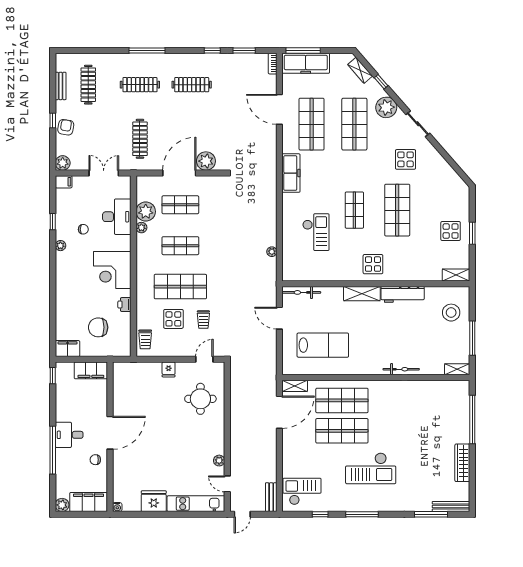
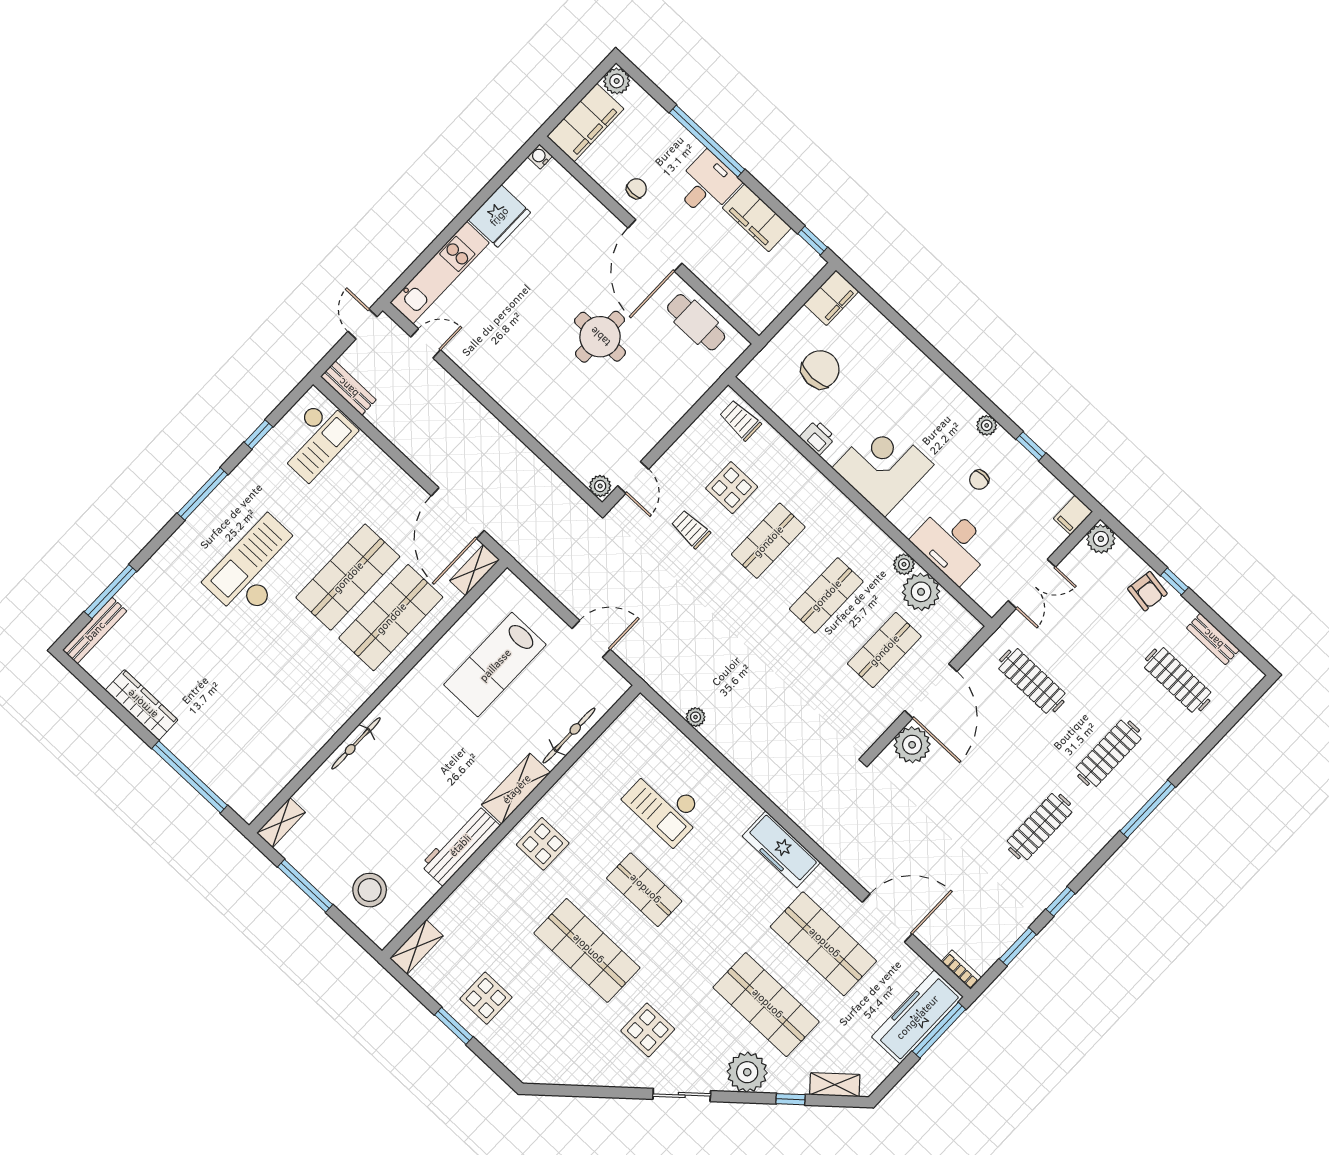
shop shelf: (180, 287) -> (768, 541), width x0.70, depth x0.74
bicycle: (301, 292) -> (569, 736), moved
fridge: (169, 369) -> (666, 413), removed
filing cabinet: (91, 370) -> (757, 218), moved, turned -90
cafe table: (124, 390) -> (696, 322), added
round table: (200, 399) -> (600, 337), moved
plant: (219, 461) -> (600, 486), moved

